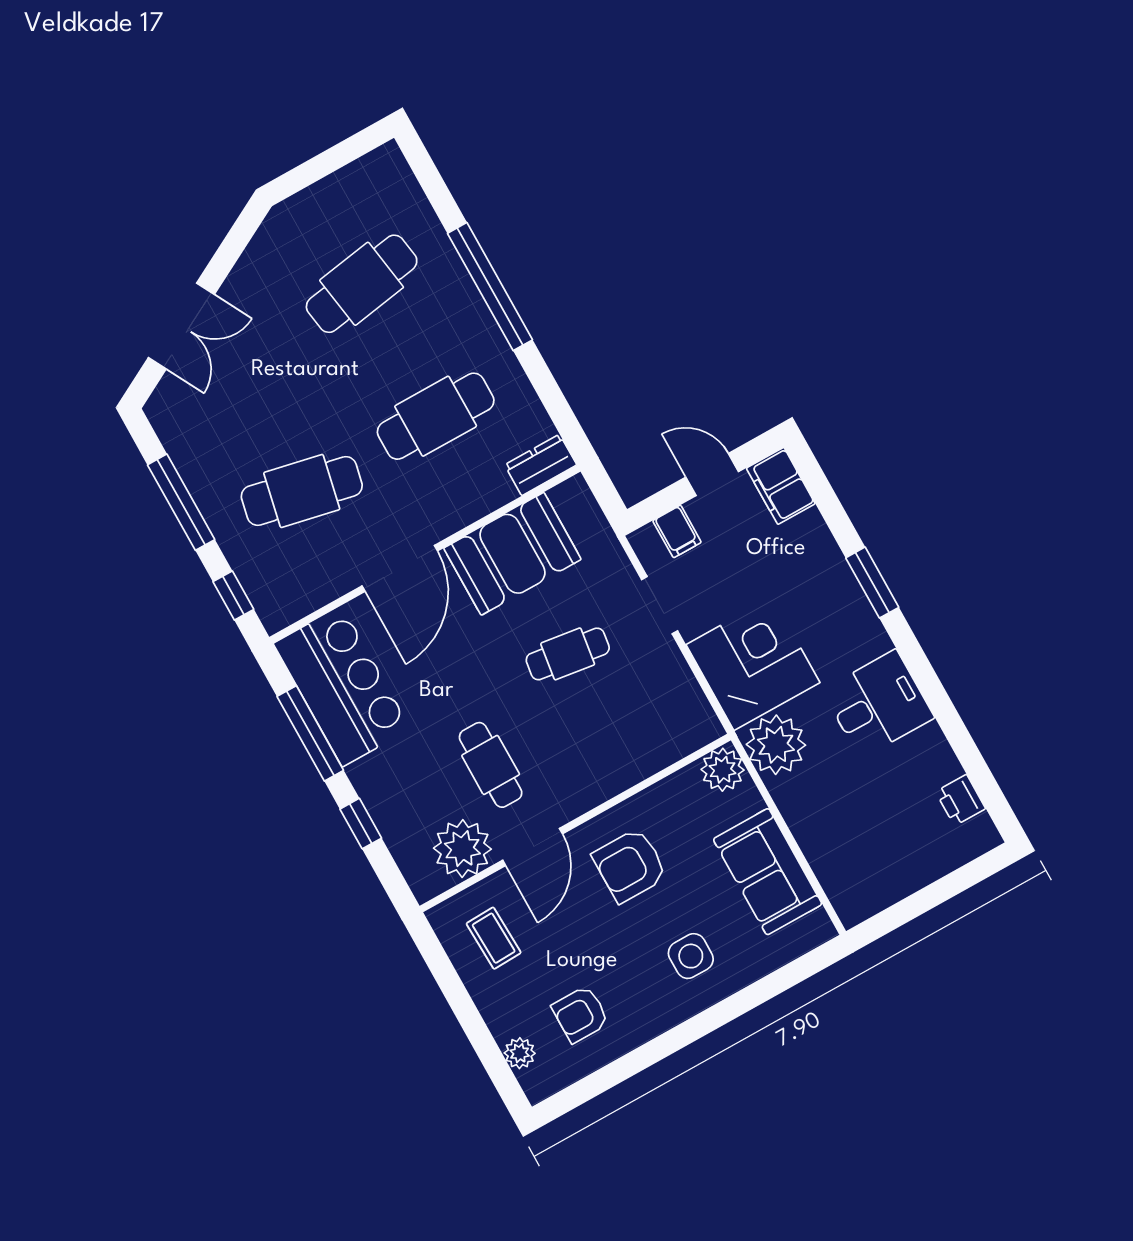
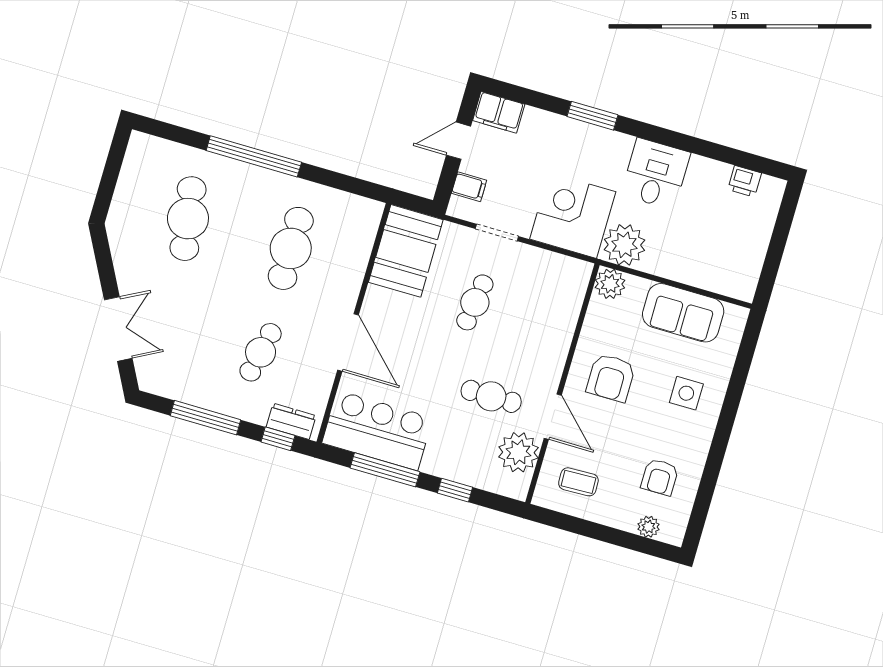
dresser: (541, 465) -> (291, 421), moved, turned 90
cafe table: (302, 491) -> (261, 352), width x0.73, depth x0.74
booth: (512, 554) -> (406, 251), moved

